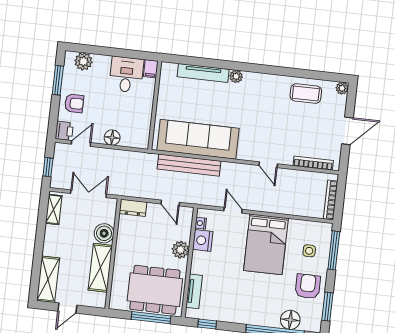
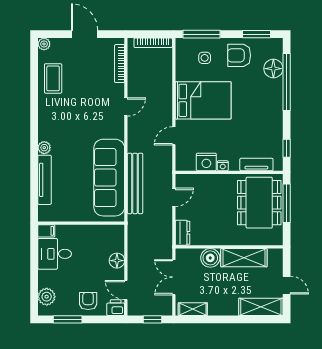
nightstand: (201, 223) -> (223, 166), moved
plant: (181, 250) -> (218, 182), removed

